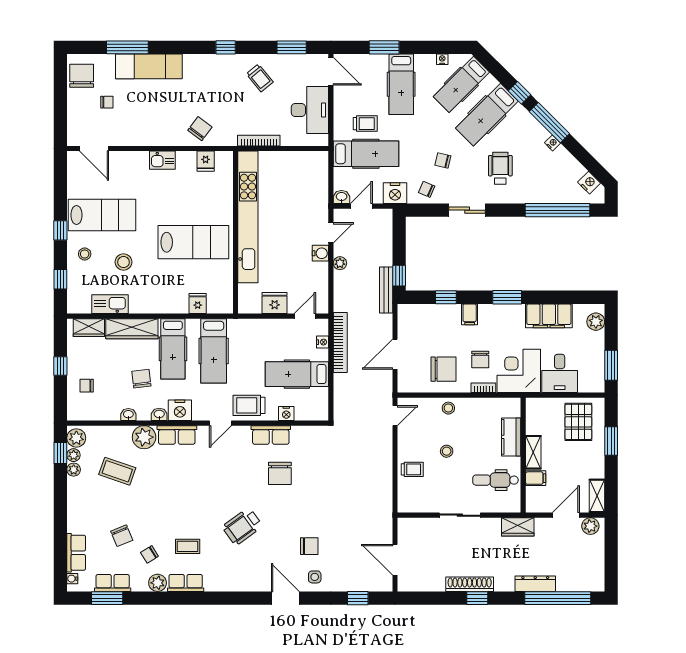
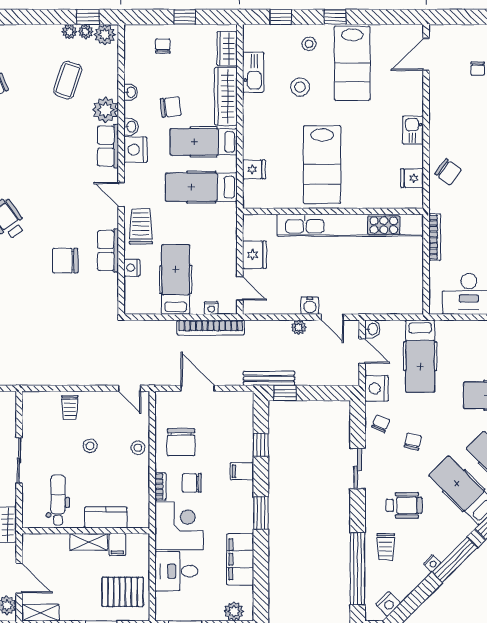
trolley: (365, 124) -> (386, 547), moved
filing cabinet: (536, 478) -> (117, 545), moved

